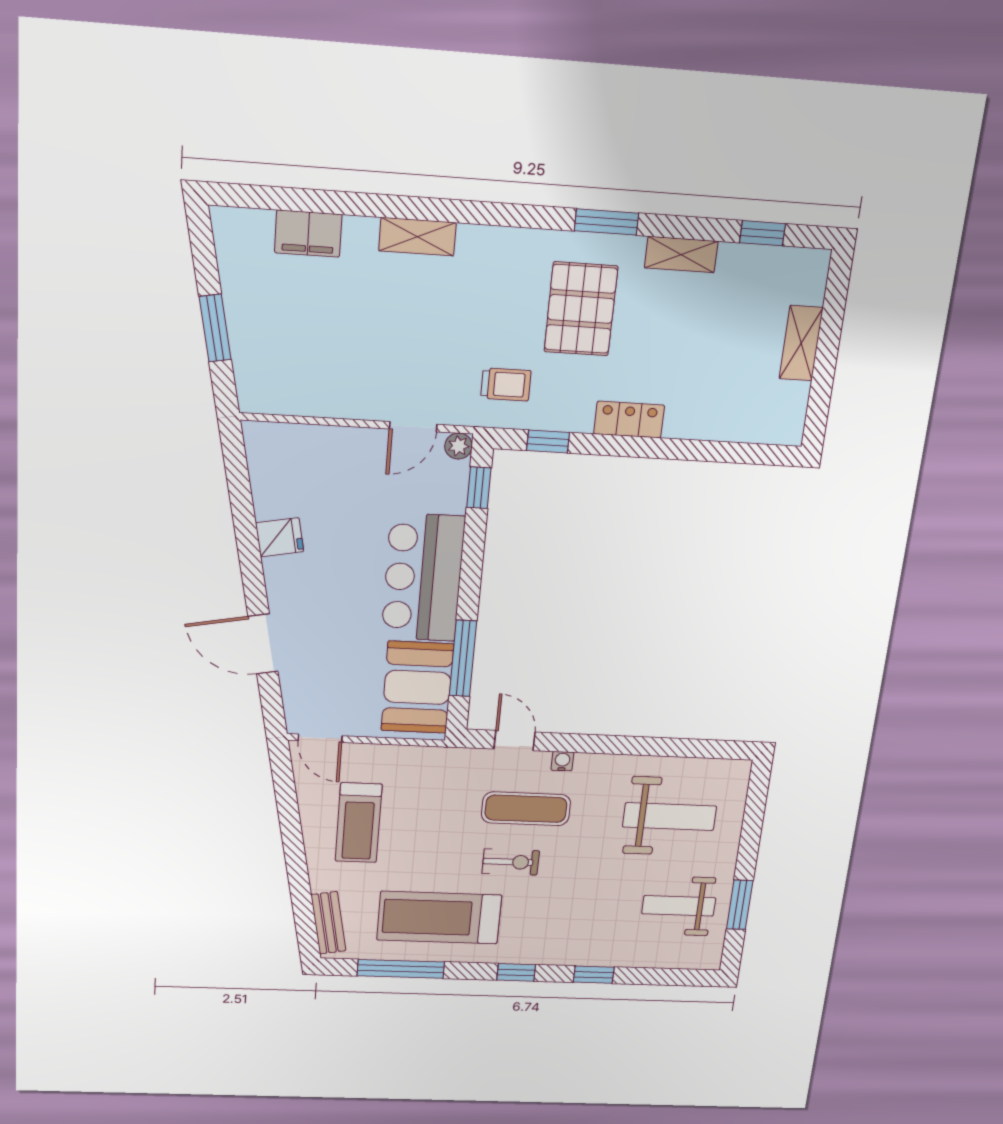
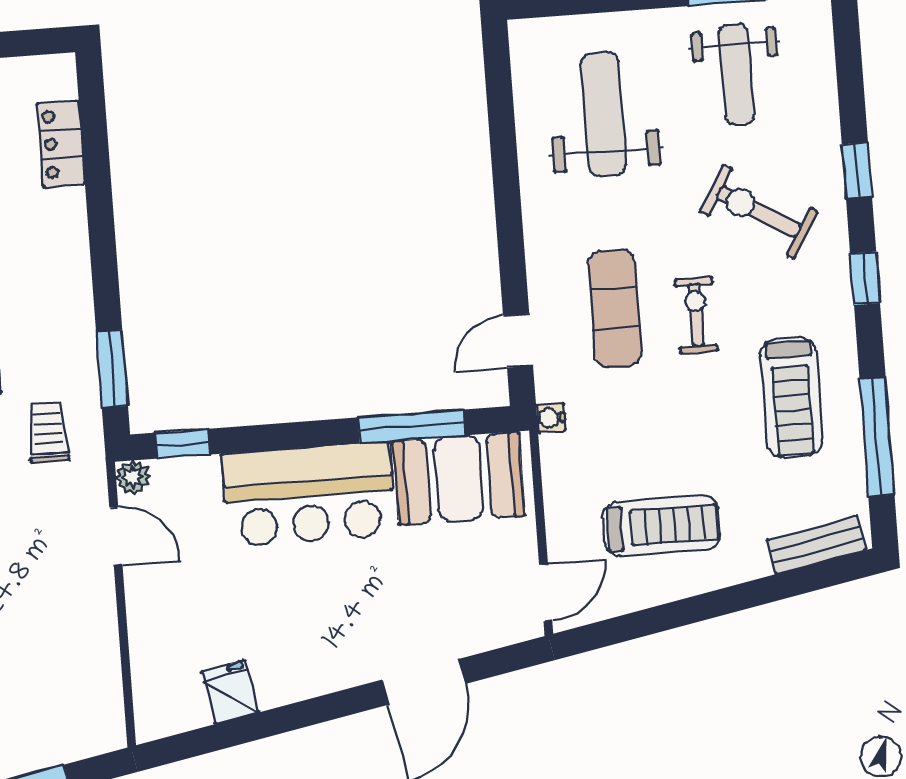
locker: (629, 420) -> (61, 144), moved
window: (548, 442) -> (112, 369), width x1.50
fridge: (280, 537) -> (230, 692), moved
water cooler: (562, 761) -> (551, 418), moved
exercise bike: (578, 910) -> (759, 212), added
treadmill: (439, 918) -> (792, 397), width x0.73, depth x0.73

